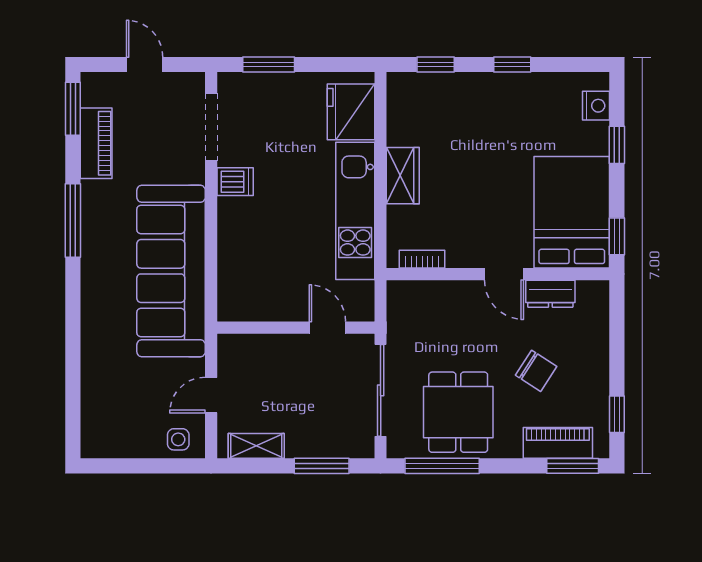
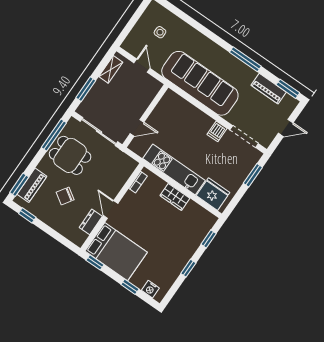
door: (504, 274) -> (111, 209), hinge flipped
side table: (178, 439) -> (160, 32), moved

